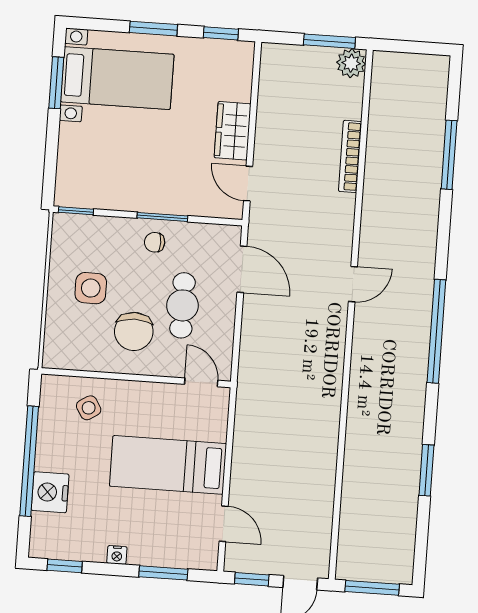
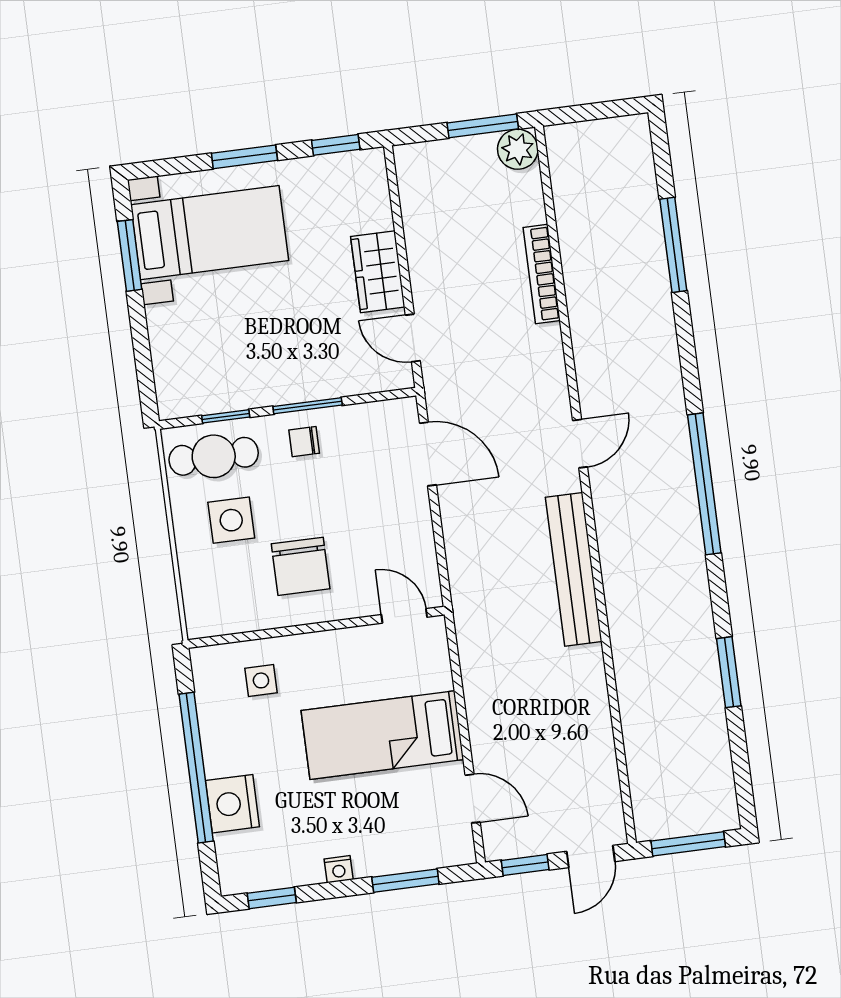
window: (76, 211) -> (226, 416), moved
cafe table: (182, 305) -> (214, 456), moved, turned 90
bench: (330, 374) -> (574, 569), added
side table: (89, 408) -> (261, 680), turned 32

